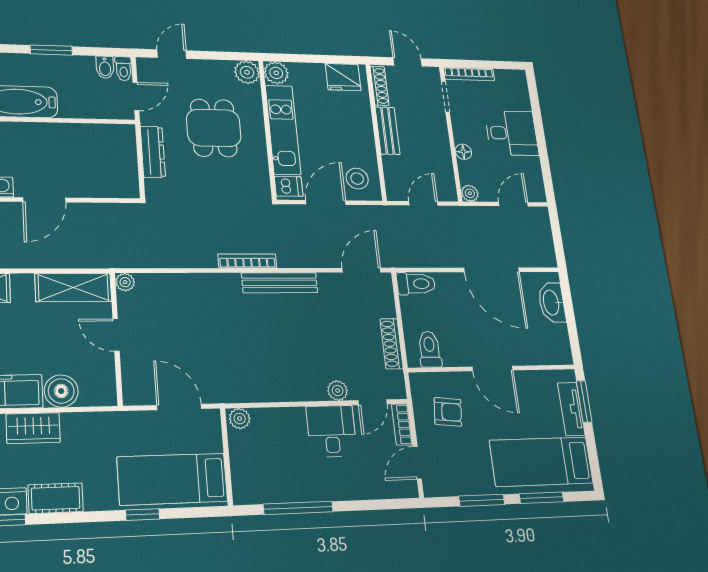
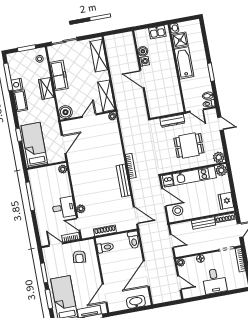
door: (493, 368) -> (105, 293), moved
boiler: (61, 391) -> (65, 112), moved

